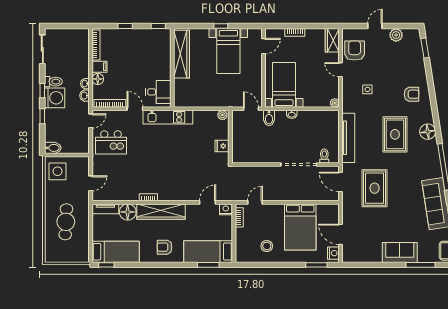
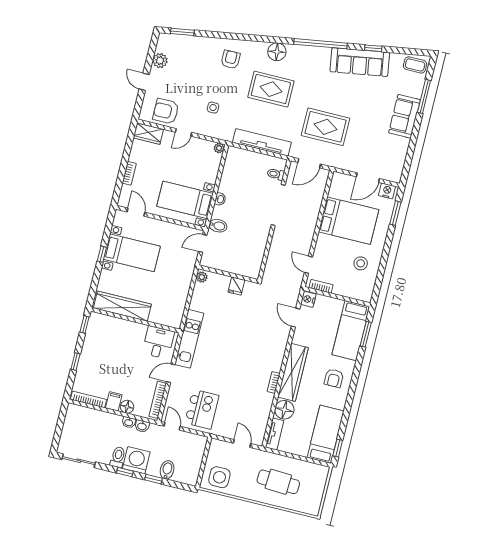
bidet: (53, 148) -> (167, 470), moved

